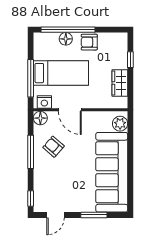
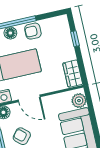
wardrobe: (120, 83) -> (73, 74), moved

